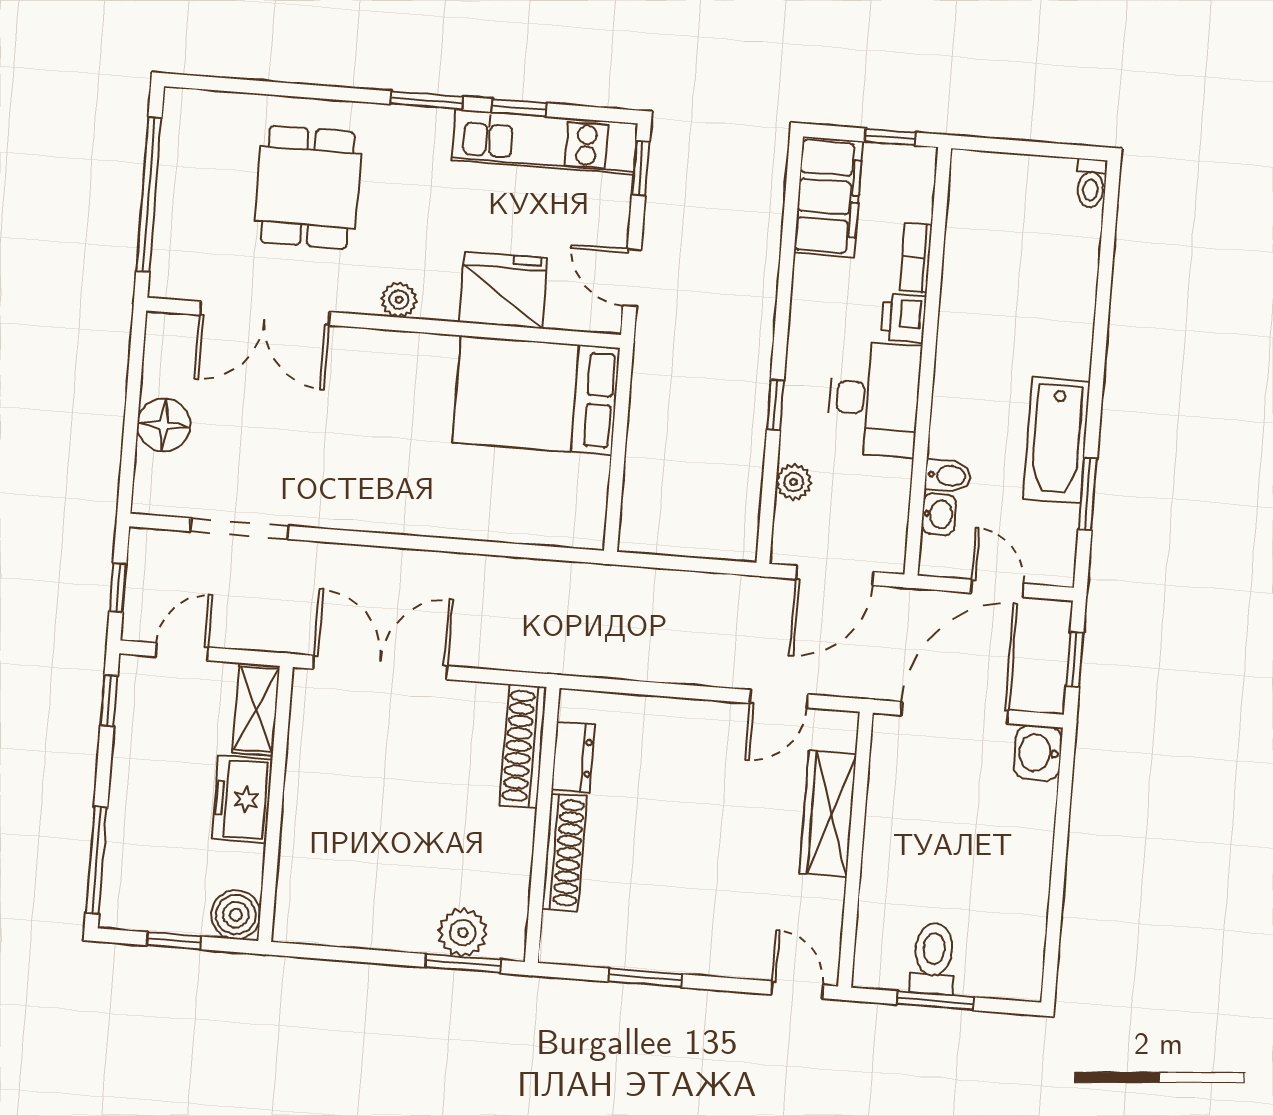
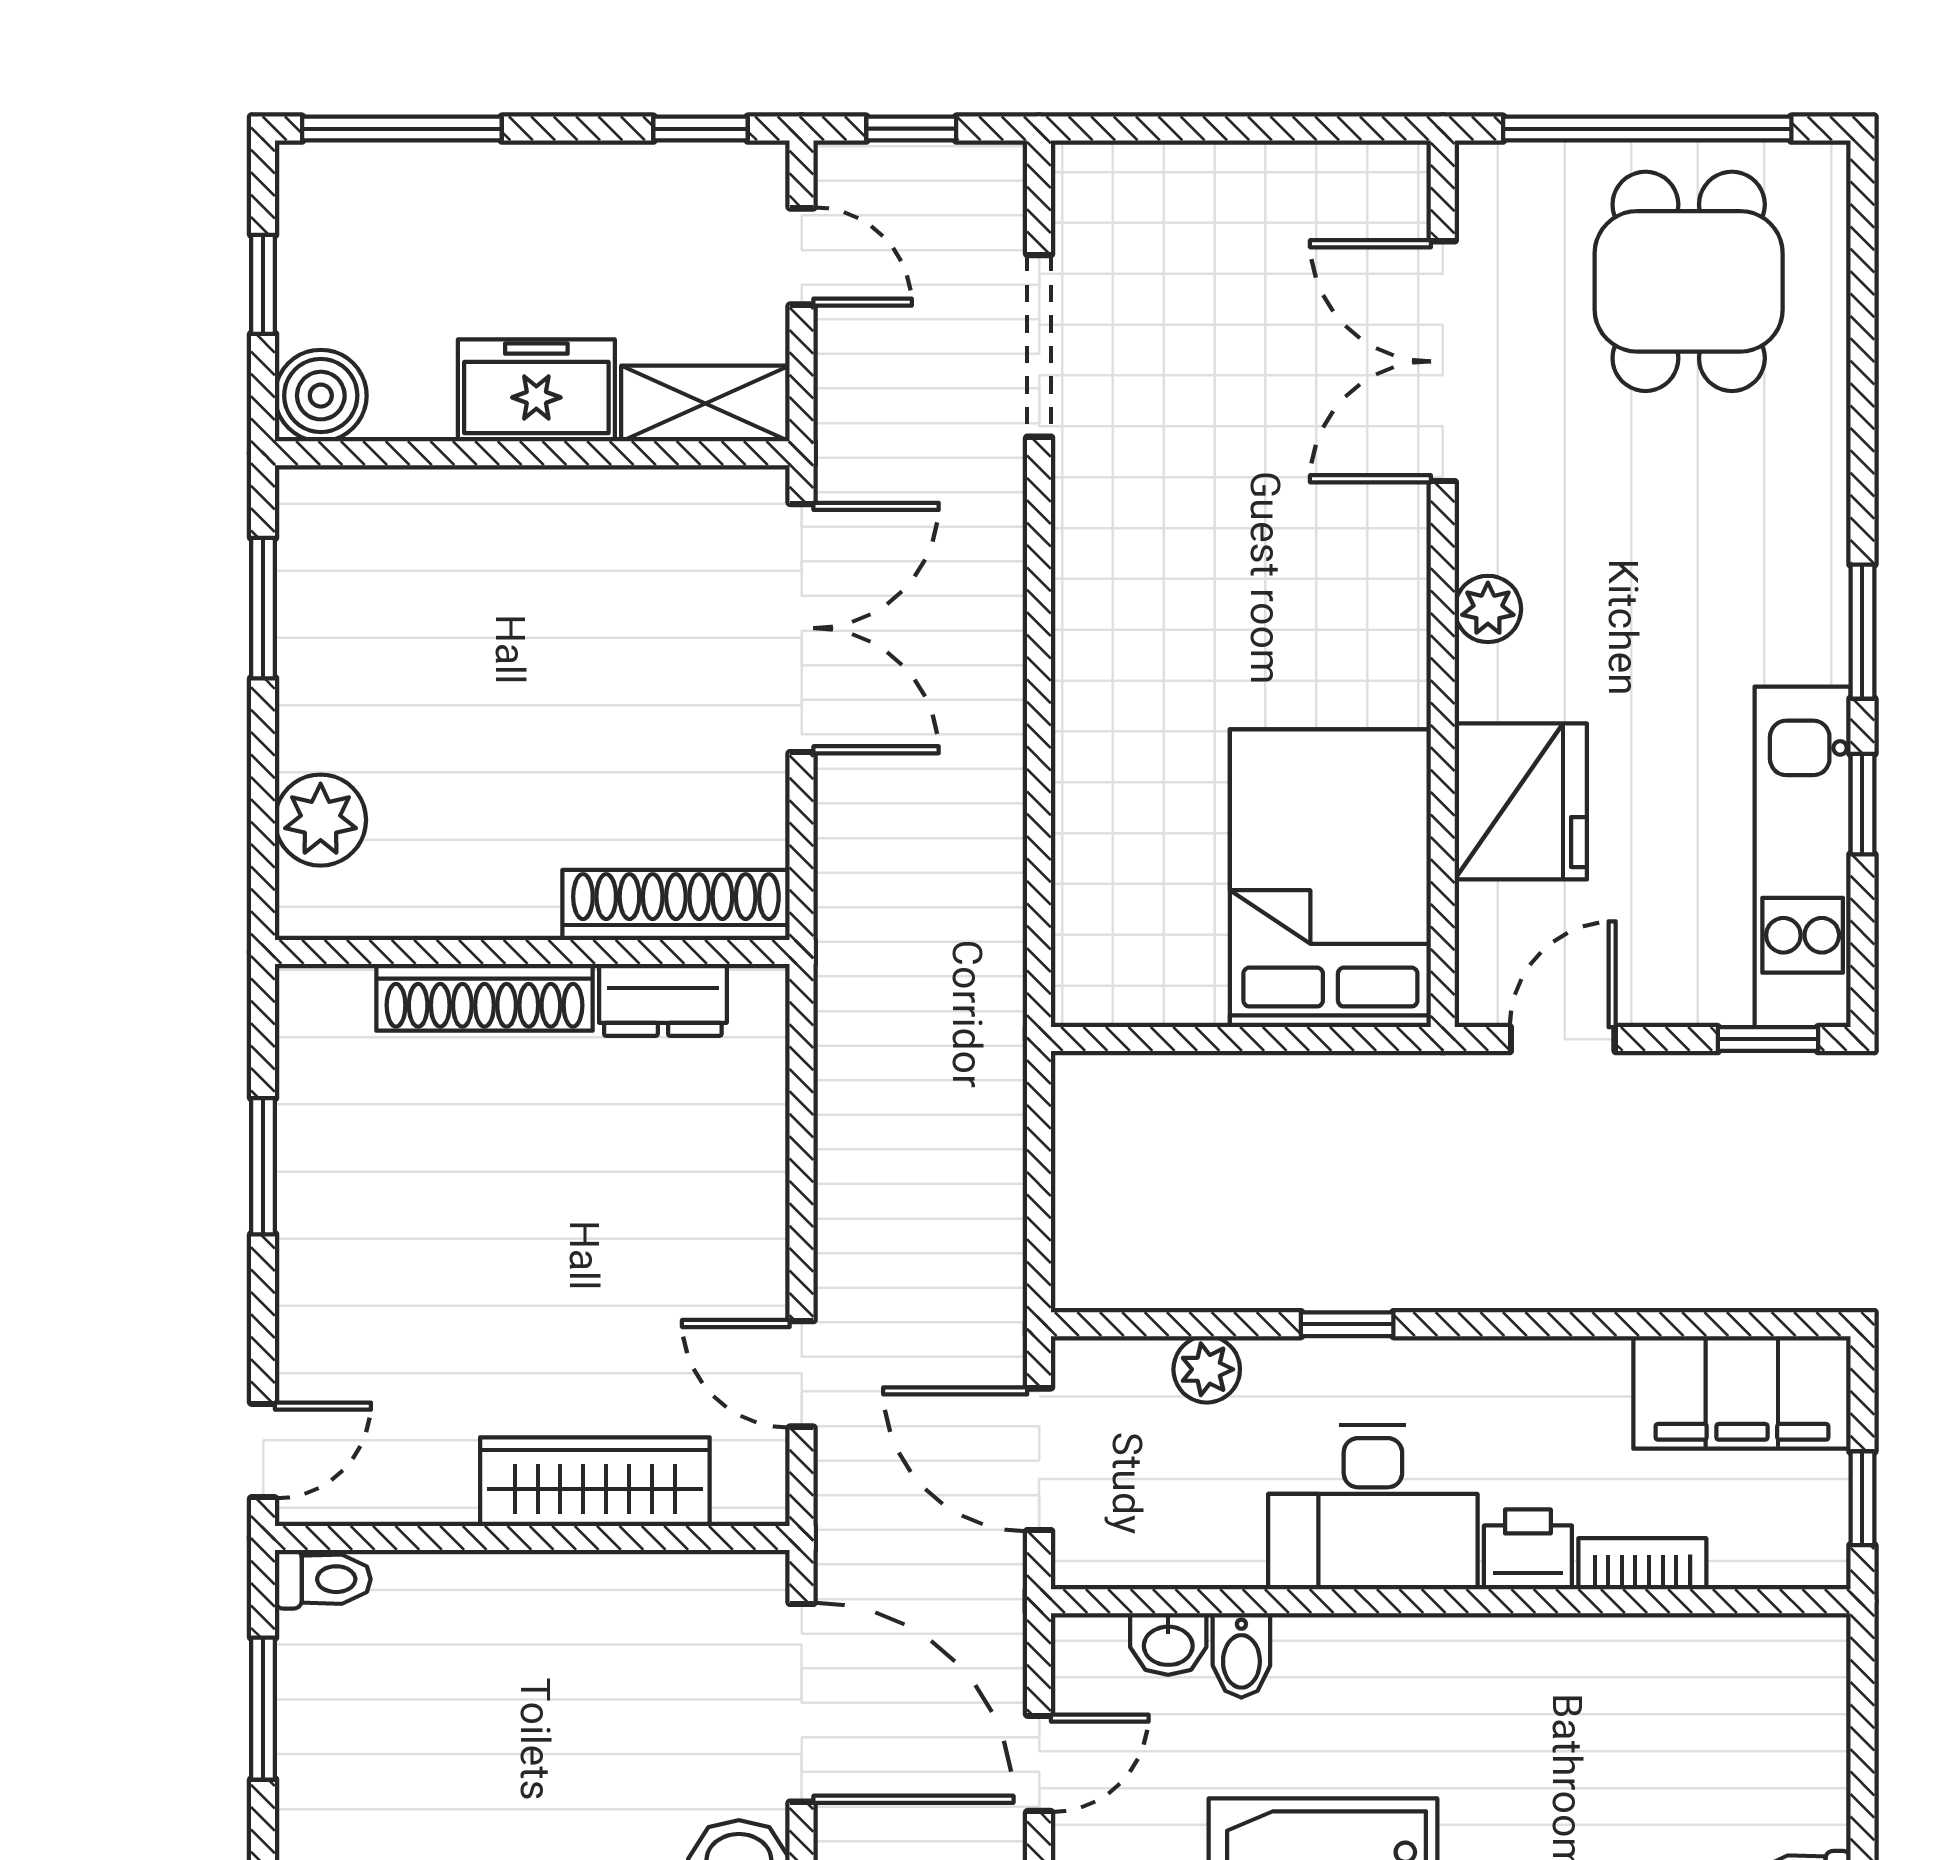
dining table: (308, 187) -> (1689, 281), moved, turned 90
floor lamp: (164, 425) -> (1221, 190), removed
toilet: (933, 958) -> (323, 1579), moved, width x0.73, depth x0.72
window: (463, 964) -> (263, 608), moved

